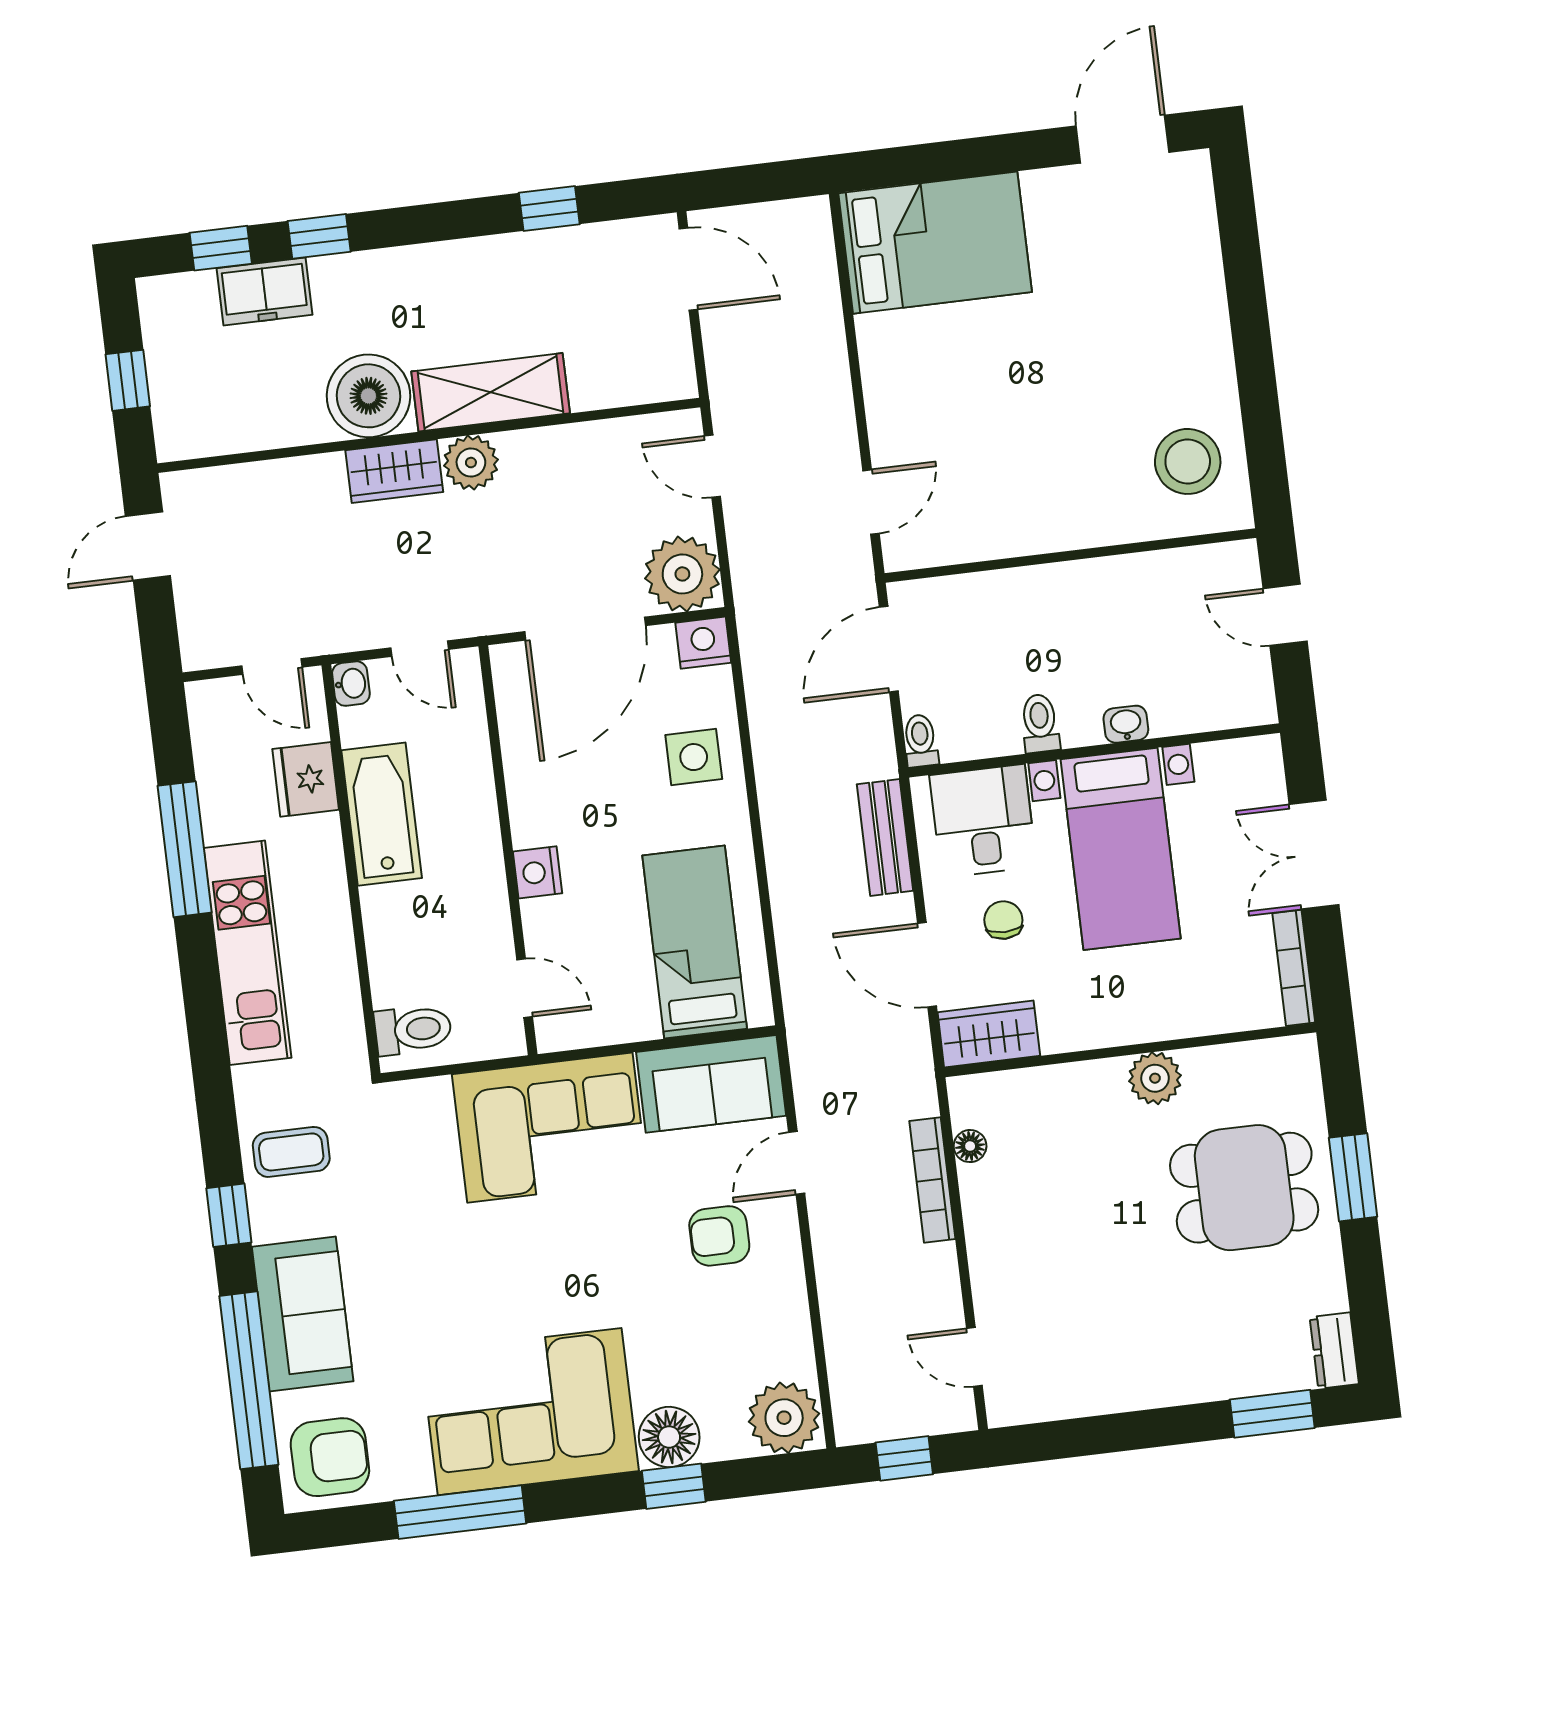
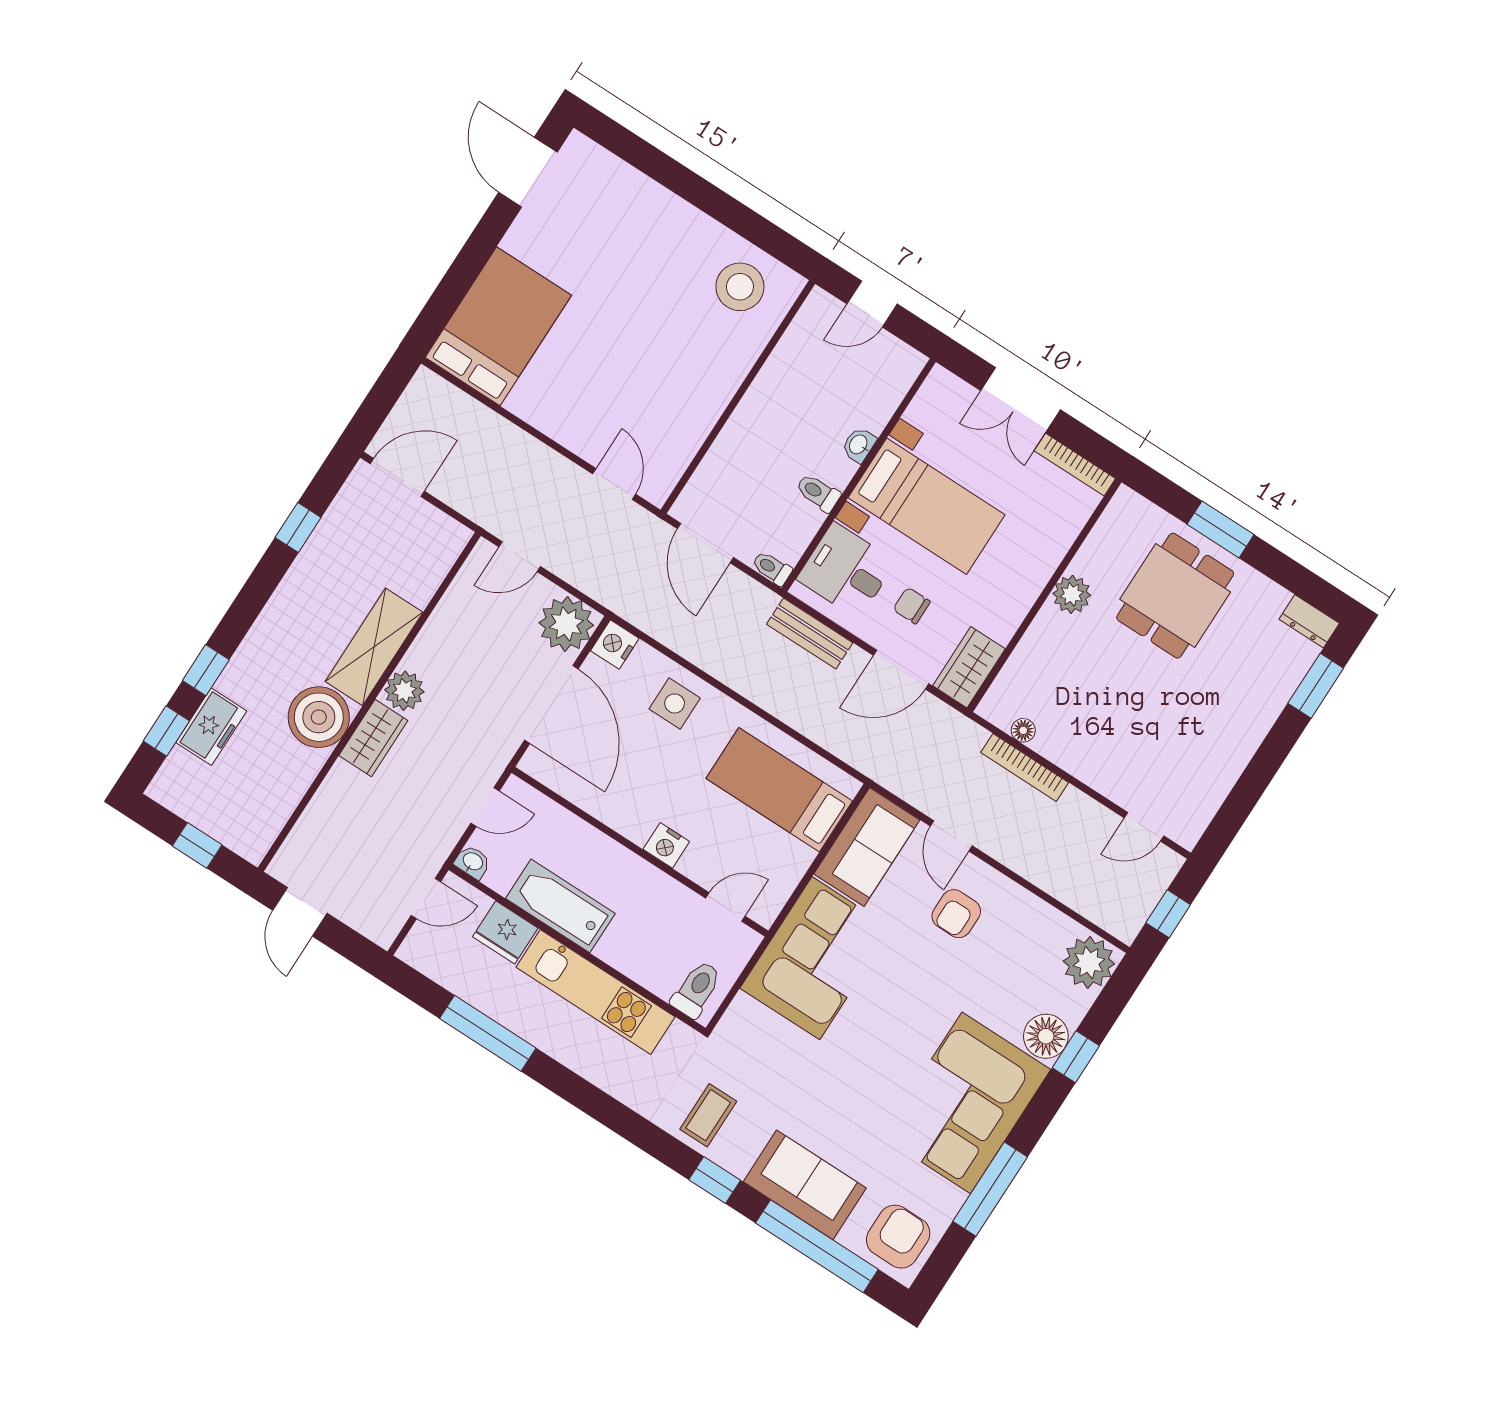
kitchen unit: (247, 953) -> (595, 992), moved, turned 180

